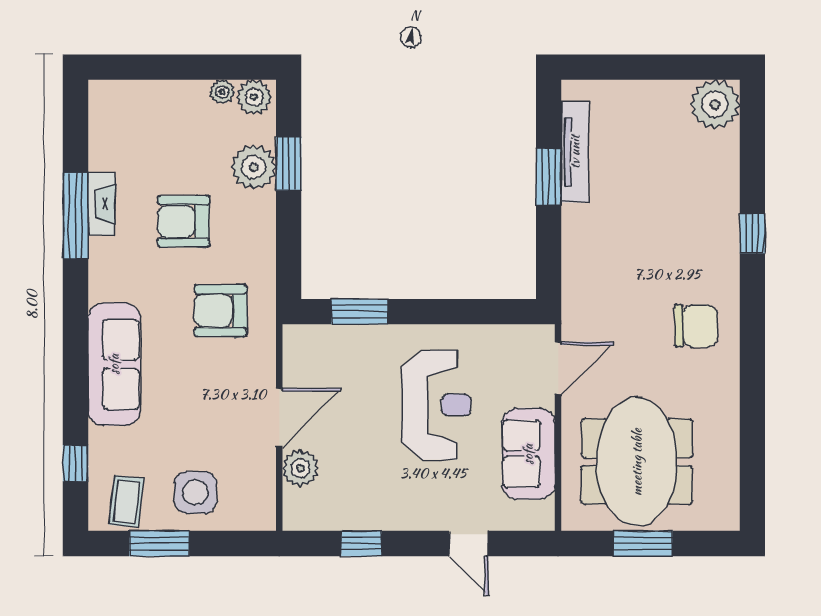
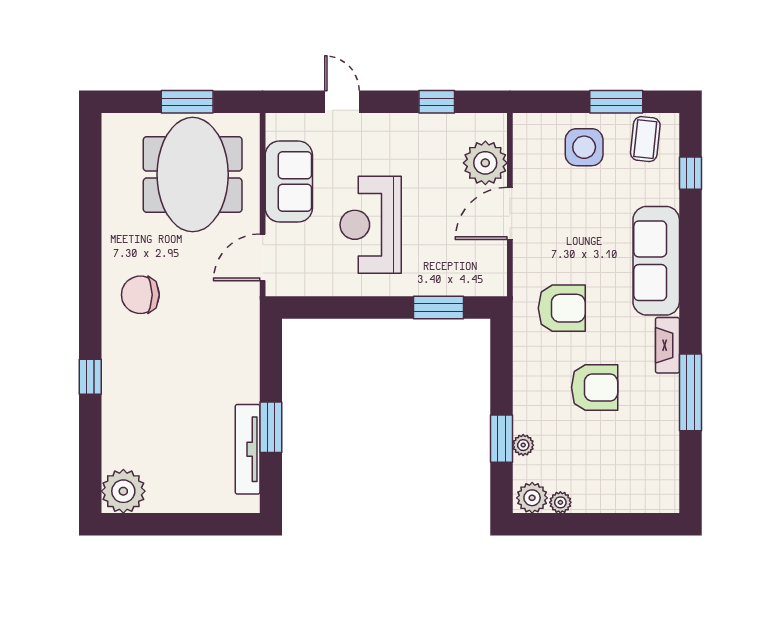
plant: (254, 167) -> (523, 445), width x0.53, depth x0.53
fireplace: (101, 204) -> (667, 345), moved
plant: (300, 468) -> (485, 163), width x1.36, depth x1.36

